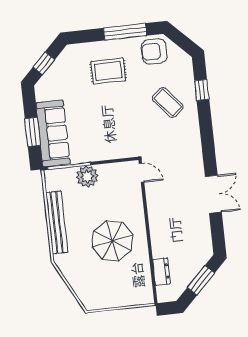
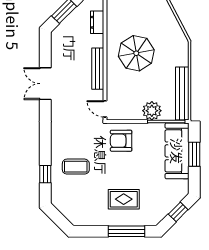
window: (125, 32) -> (126, 231), moved
armchair: (154, 51) -> (121, 141), moved, turned 180
coffee table: (168, 102) -> (76, 167), turned -50
bench: (155, 218) -> (98, 69), added
bench: (57, 222) -> (182, 93), moved

